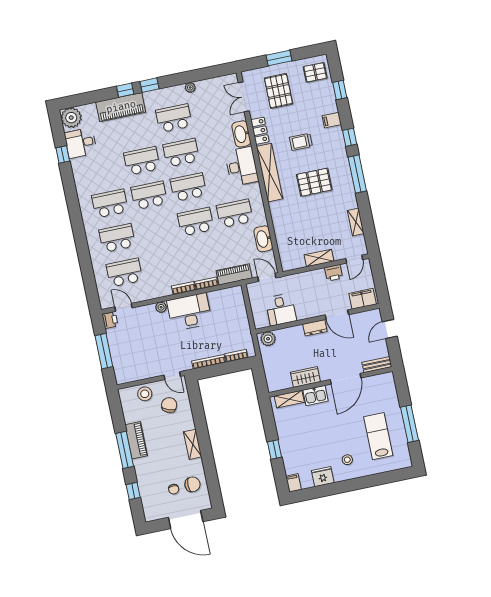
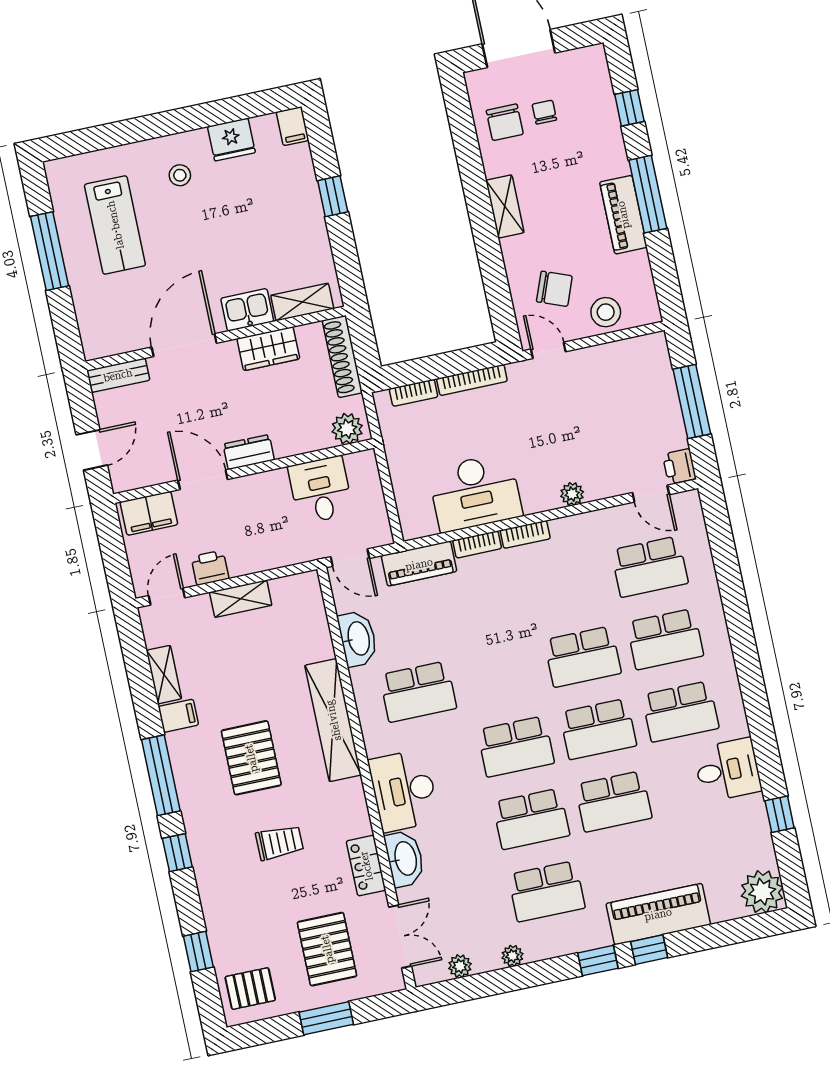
plant: (215, 83) -> (460, 966), added
filing cabinet: (332, 120) -> (178, 716), moved
desk: (81, 143) -> (728, 770), moved
shelving: (270, 173) -> (333, 720), moved
pallet: (314, 182) -> (251, 758), turned 90
school desk: (196, 222) -> (583, 657), moved
desk: (189, 312) -> (475, 493), moved
shoe rack: (270, 373) -> (342, 357), added
chair: (169, 405) -> (554, 289), turned -90
chair: (192, 484) -> (505, 122), turned -90

